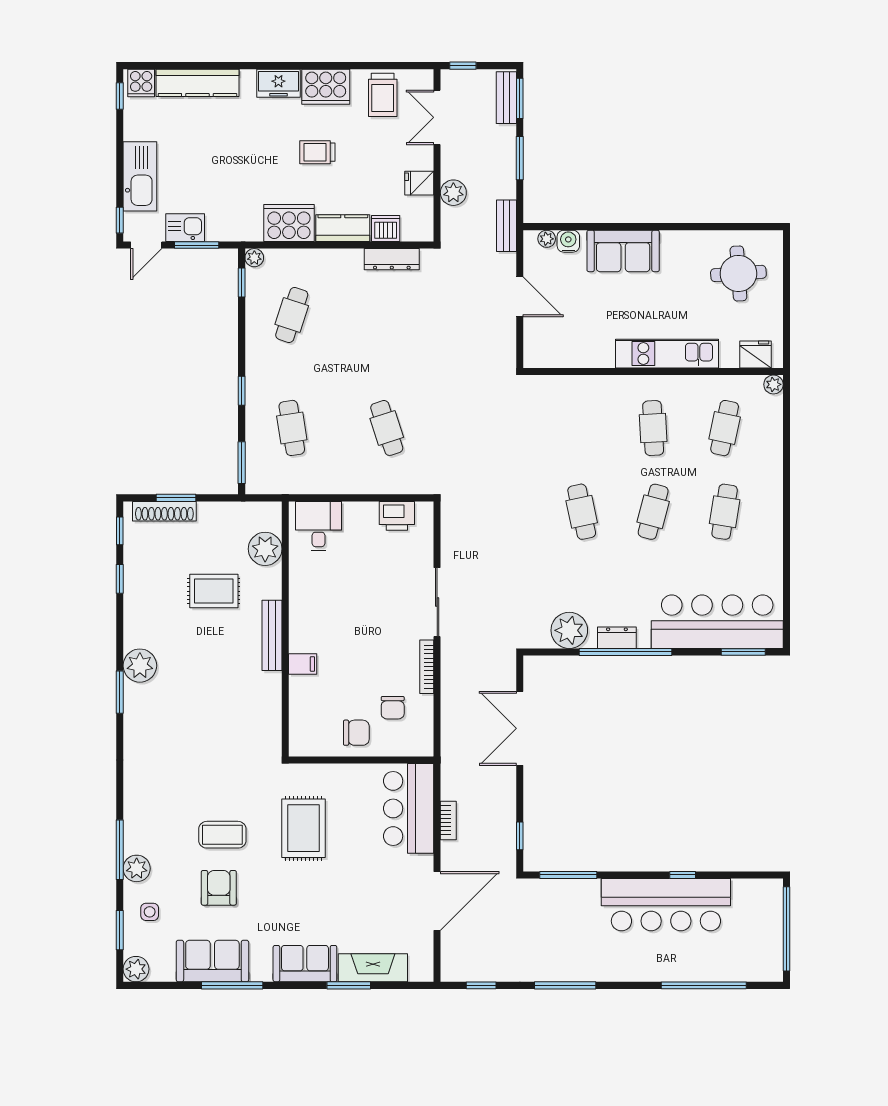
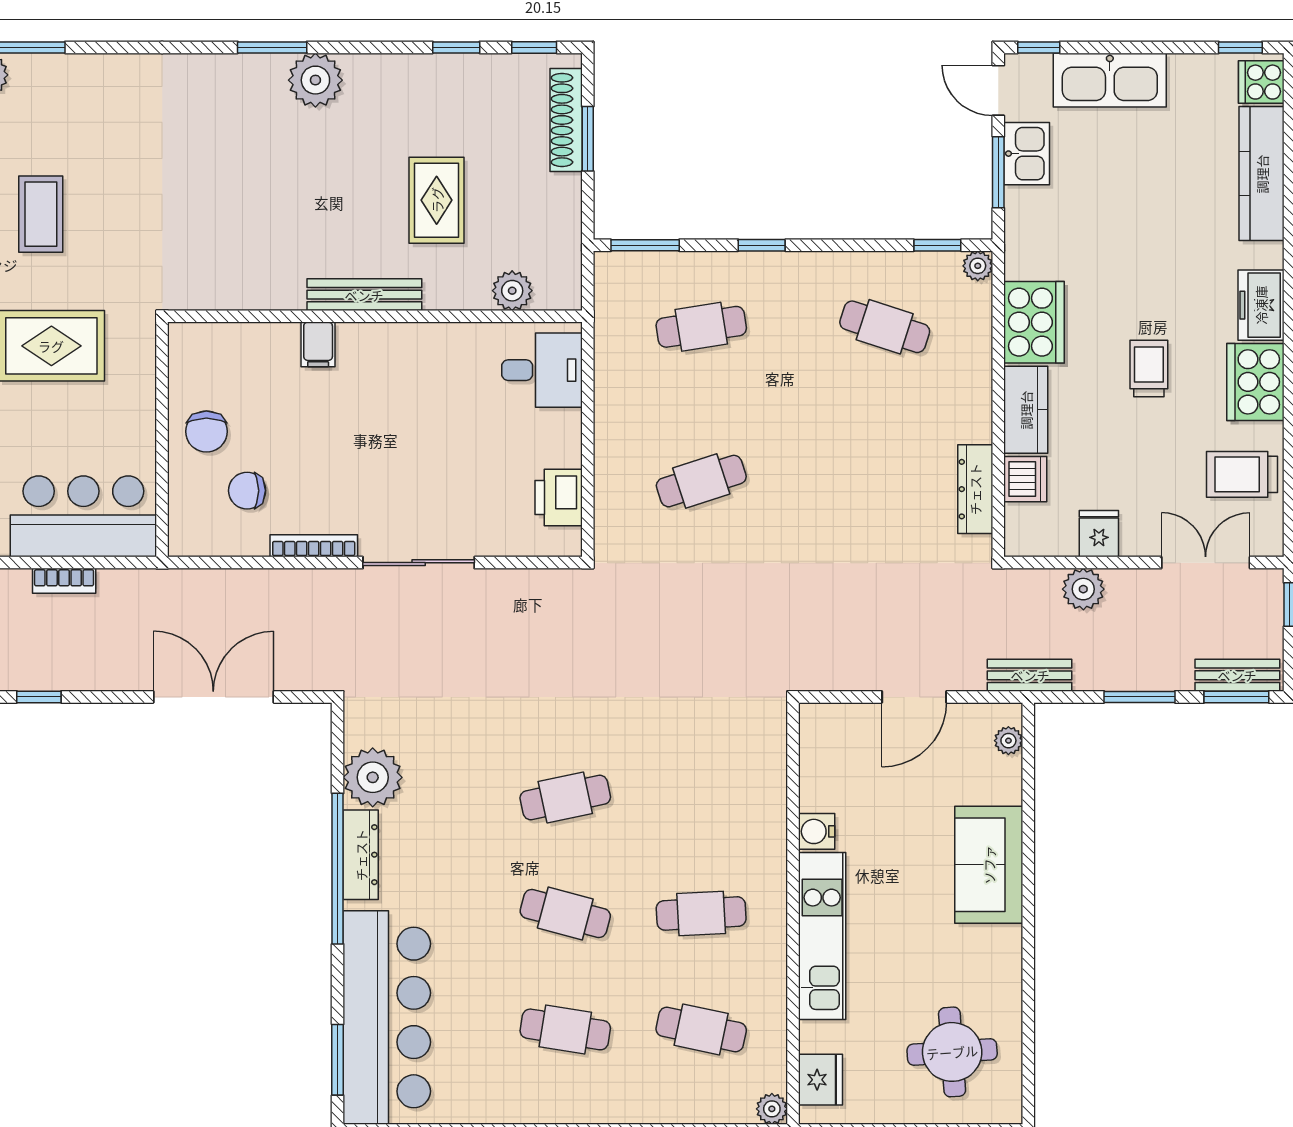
water cooler: (568, 241) -> (817, 831), moved, turned 180
plant: (265, 549) -> (512, 291), width x0.73, depth x0.73
dresser: (617, 638) -> (361, 855), width x1.44

